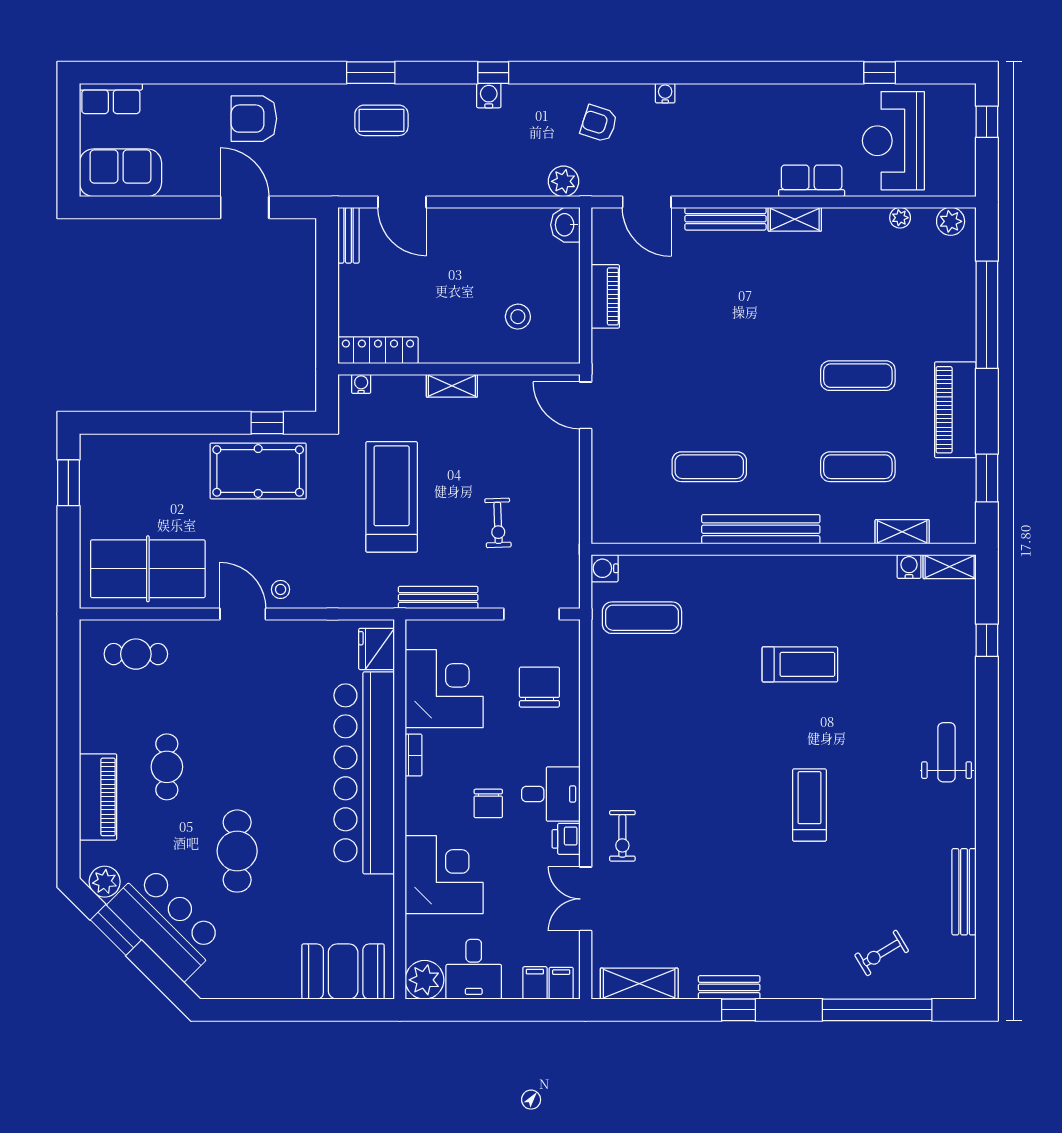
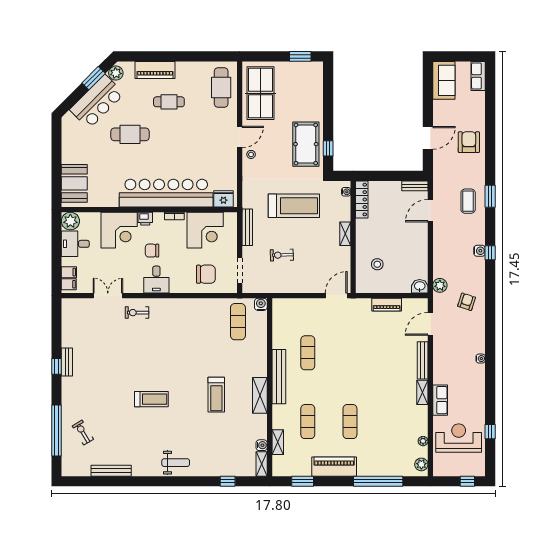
water cooler: (665, 93) -> (481, 359), moved
cafe table: (136, 654) -> (221, 88), width x1.37, depth x1.35
printer: (566, 839) -> (145, 219), moved, turned 180
shelving: (639, 984) -> (260, 395), moved

